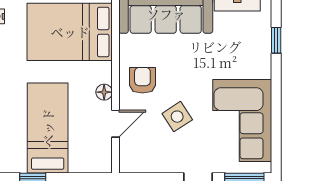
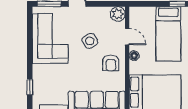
door: (116, 124) -> (127, 37), swing flipped
plant: (131, 161) -> (118, 14), added

